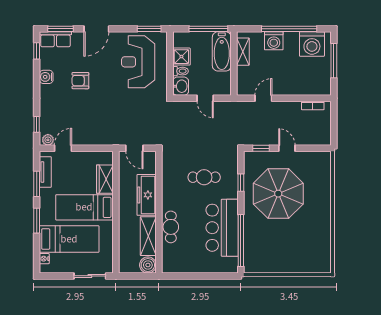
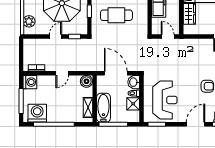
washing machine: (274, 41) -> (30, 82), moved, turned 90
boiler: (245, 87) -> (86, 81), added
door: (205, 98) -> (116, 73), width x1.88
door: (263, 98) -> (62, 73), moved
door: (287, 148) -> (56, 37), swing flipped
plant: (323, 169) -> (29, 21), added
cafe table: (204, 177) -> (116, 15), width x1.37, depth x1.35

